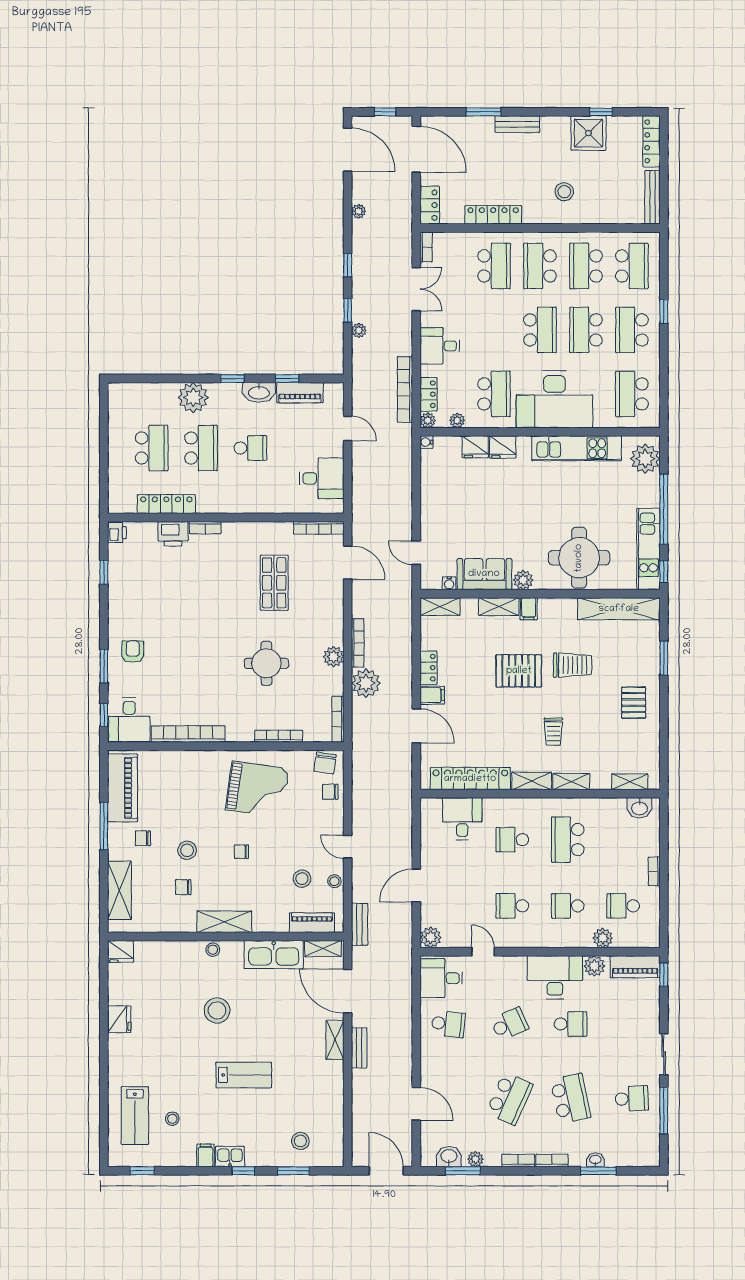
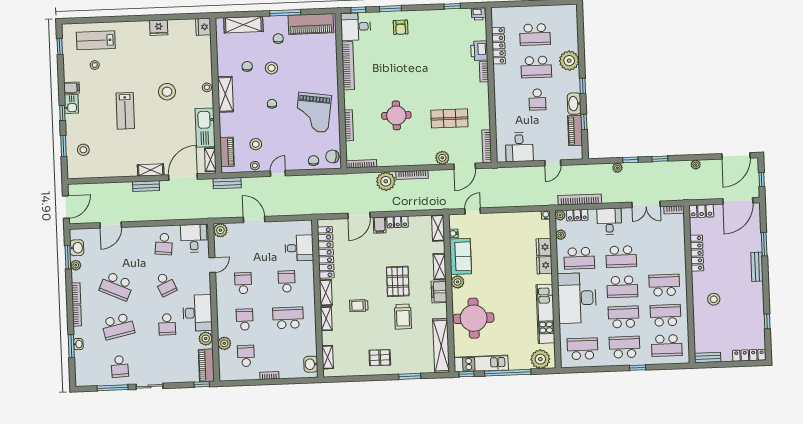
shower: (588, 133) -> (753, 314), removed
bench: (652, 197) -> (708, 357), width x0.73
school desk: (494, 266) -> (621, 257), moved
filing cabinet: (529, 609) -> (439, 292), width x2.00
armchair: (133, 652) -> (401, 27), turned 90
plant: (334, 657) -> (442, 158), moved

